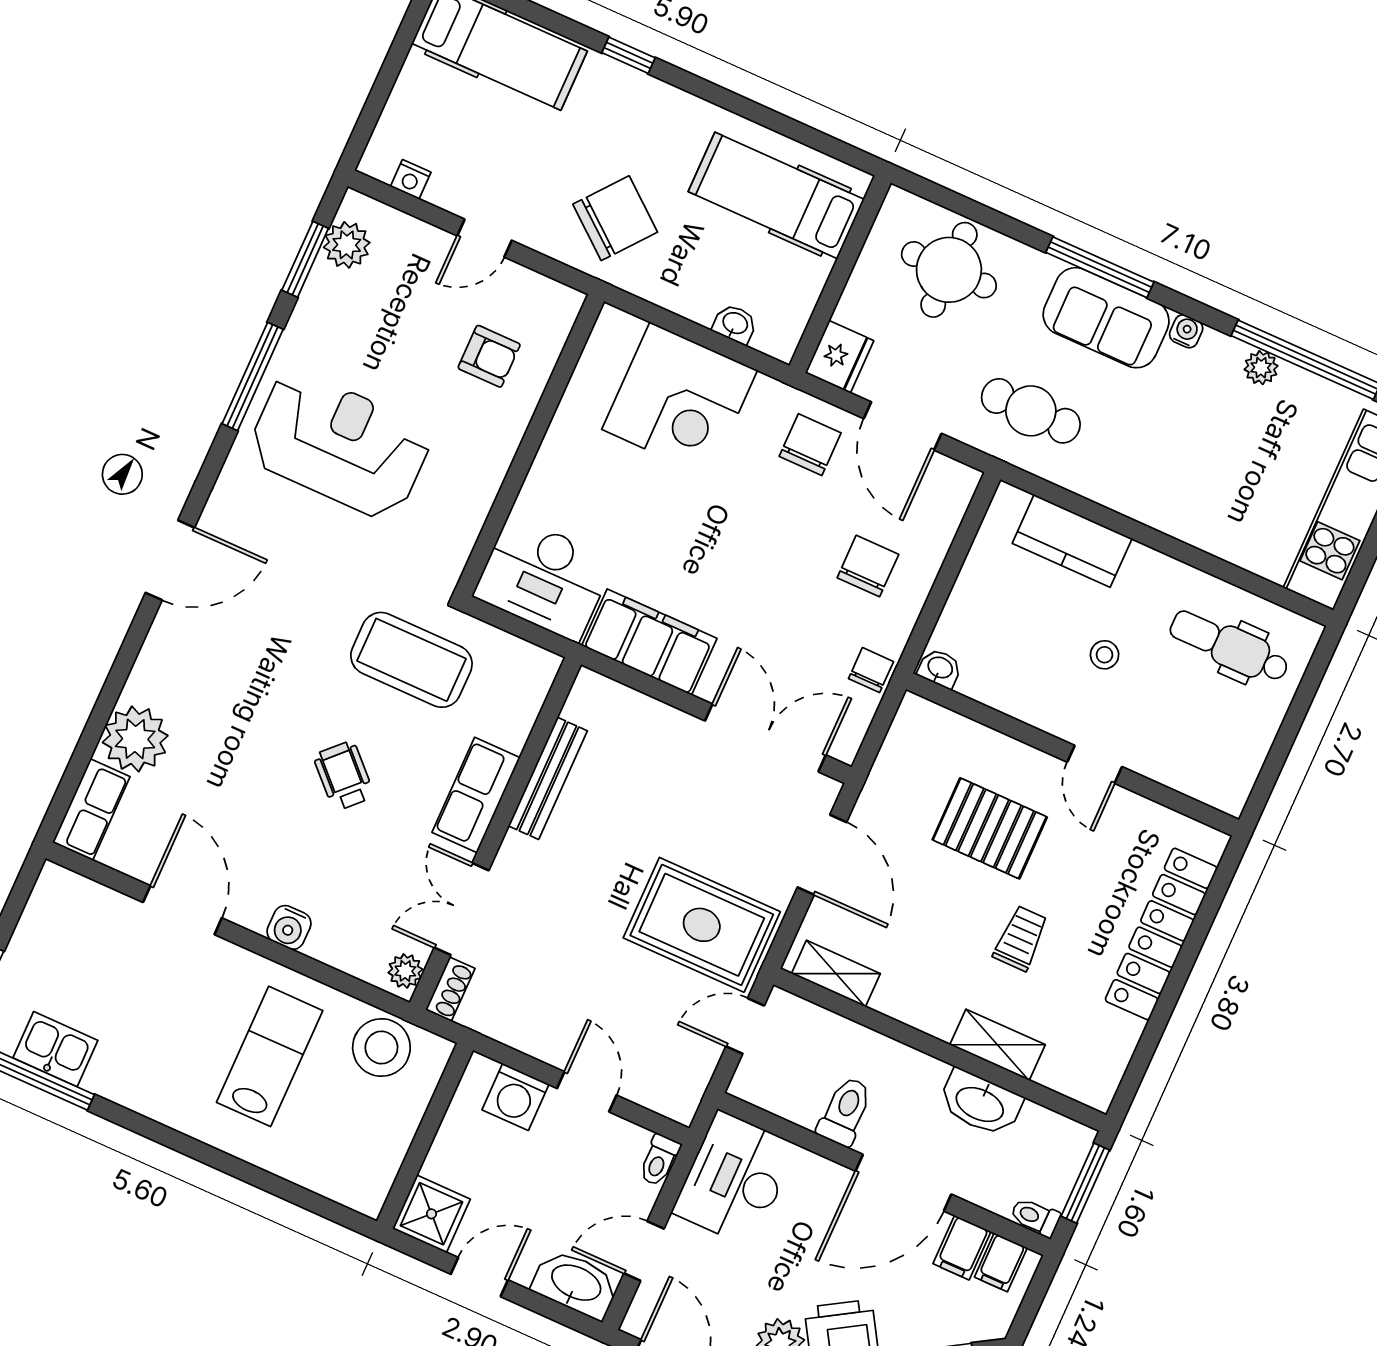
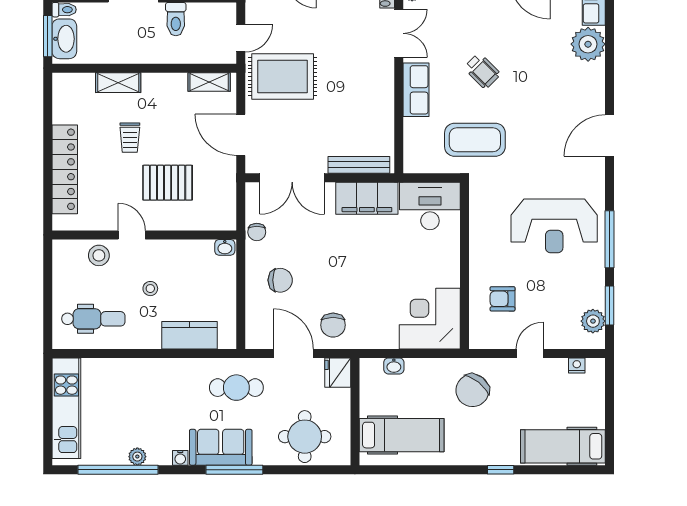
corner desk: (680, 400) -> (430, 319), moved
chair: (868, 566) -> (280, 280), turned -90
stool: (1169, 754) -> (99, 255), added
bench: (548, 778) -> (359, 165), moved, turned 90
washbasin: (980, 1103) -> (64, 39), moved, turned 90

